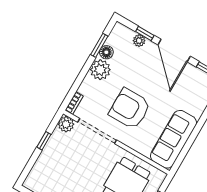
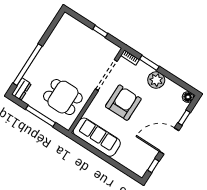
plant: (139, 41) -> (178, 113), removed
window: (99, 45) -> (149, 63), moved
floor lamp: (106, 52) -> (188, 97), moved
plant: (66, 124) -> (113, 50), removed

